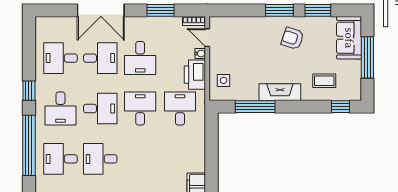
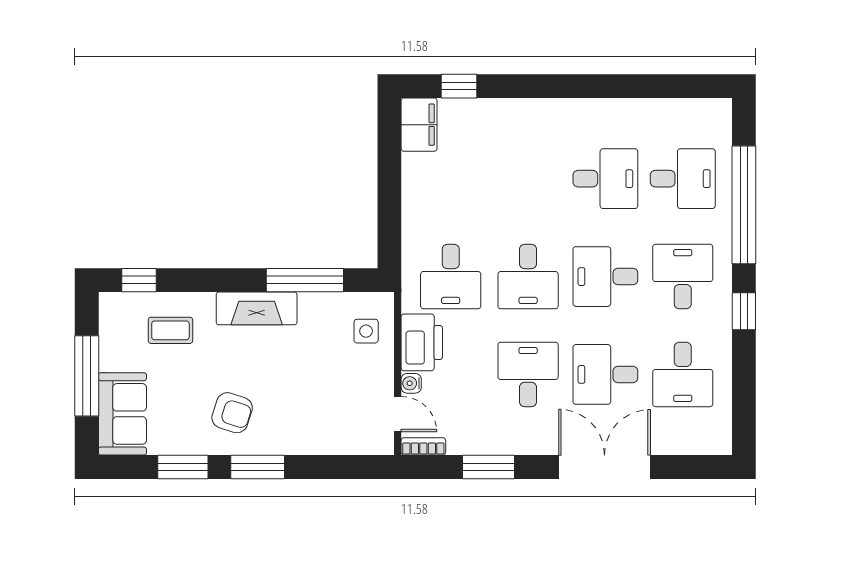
desk: (60, 58) -> (683, 374), turned 90

